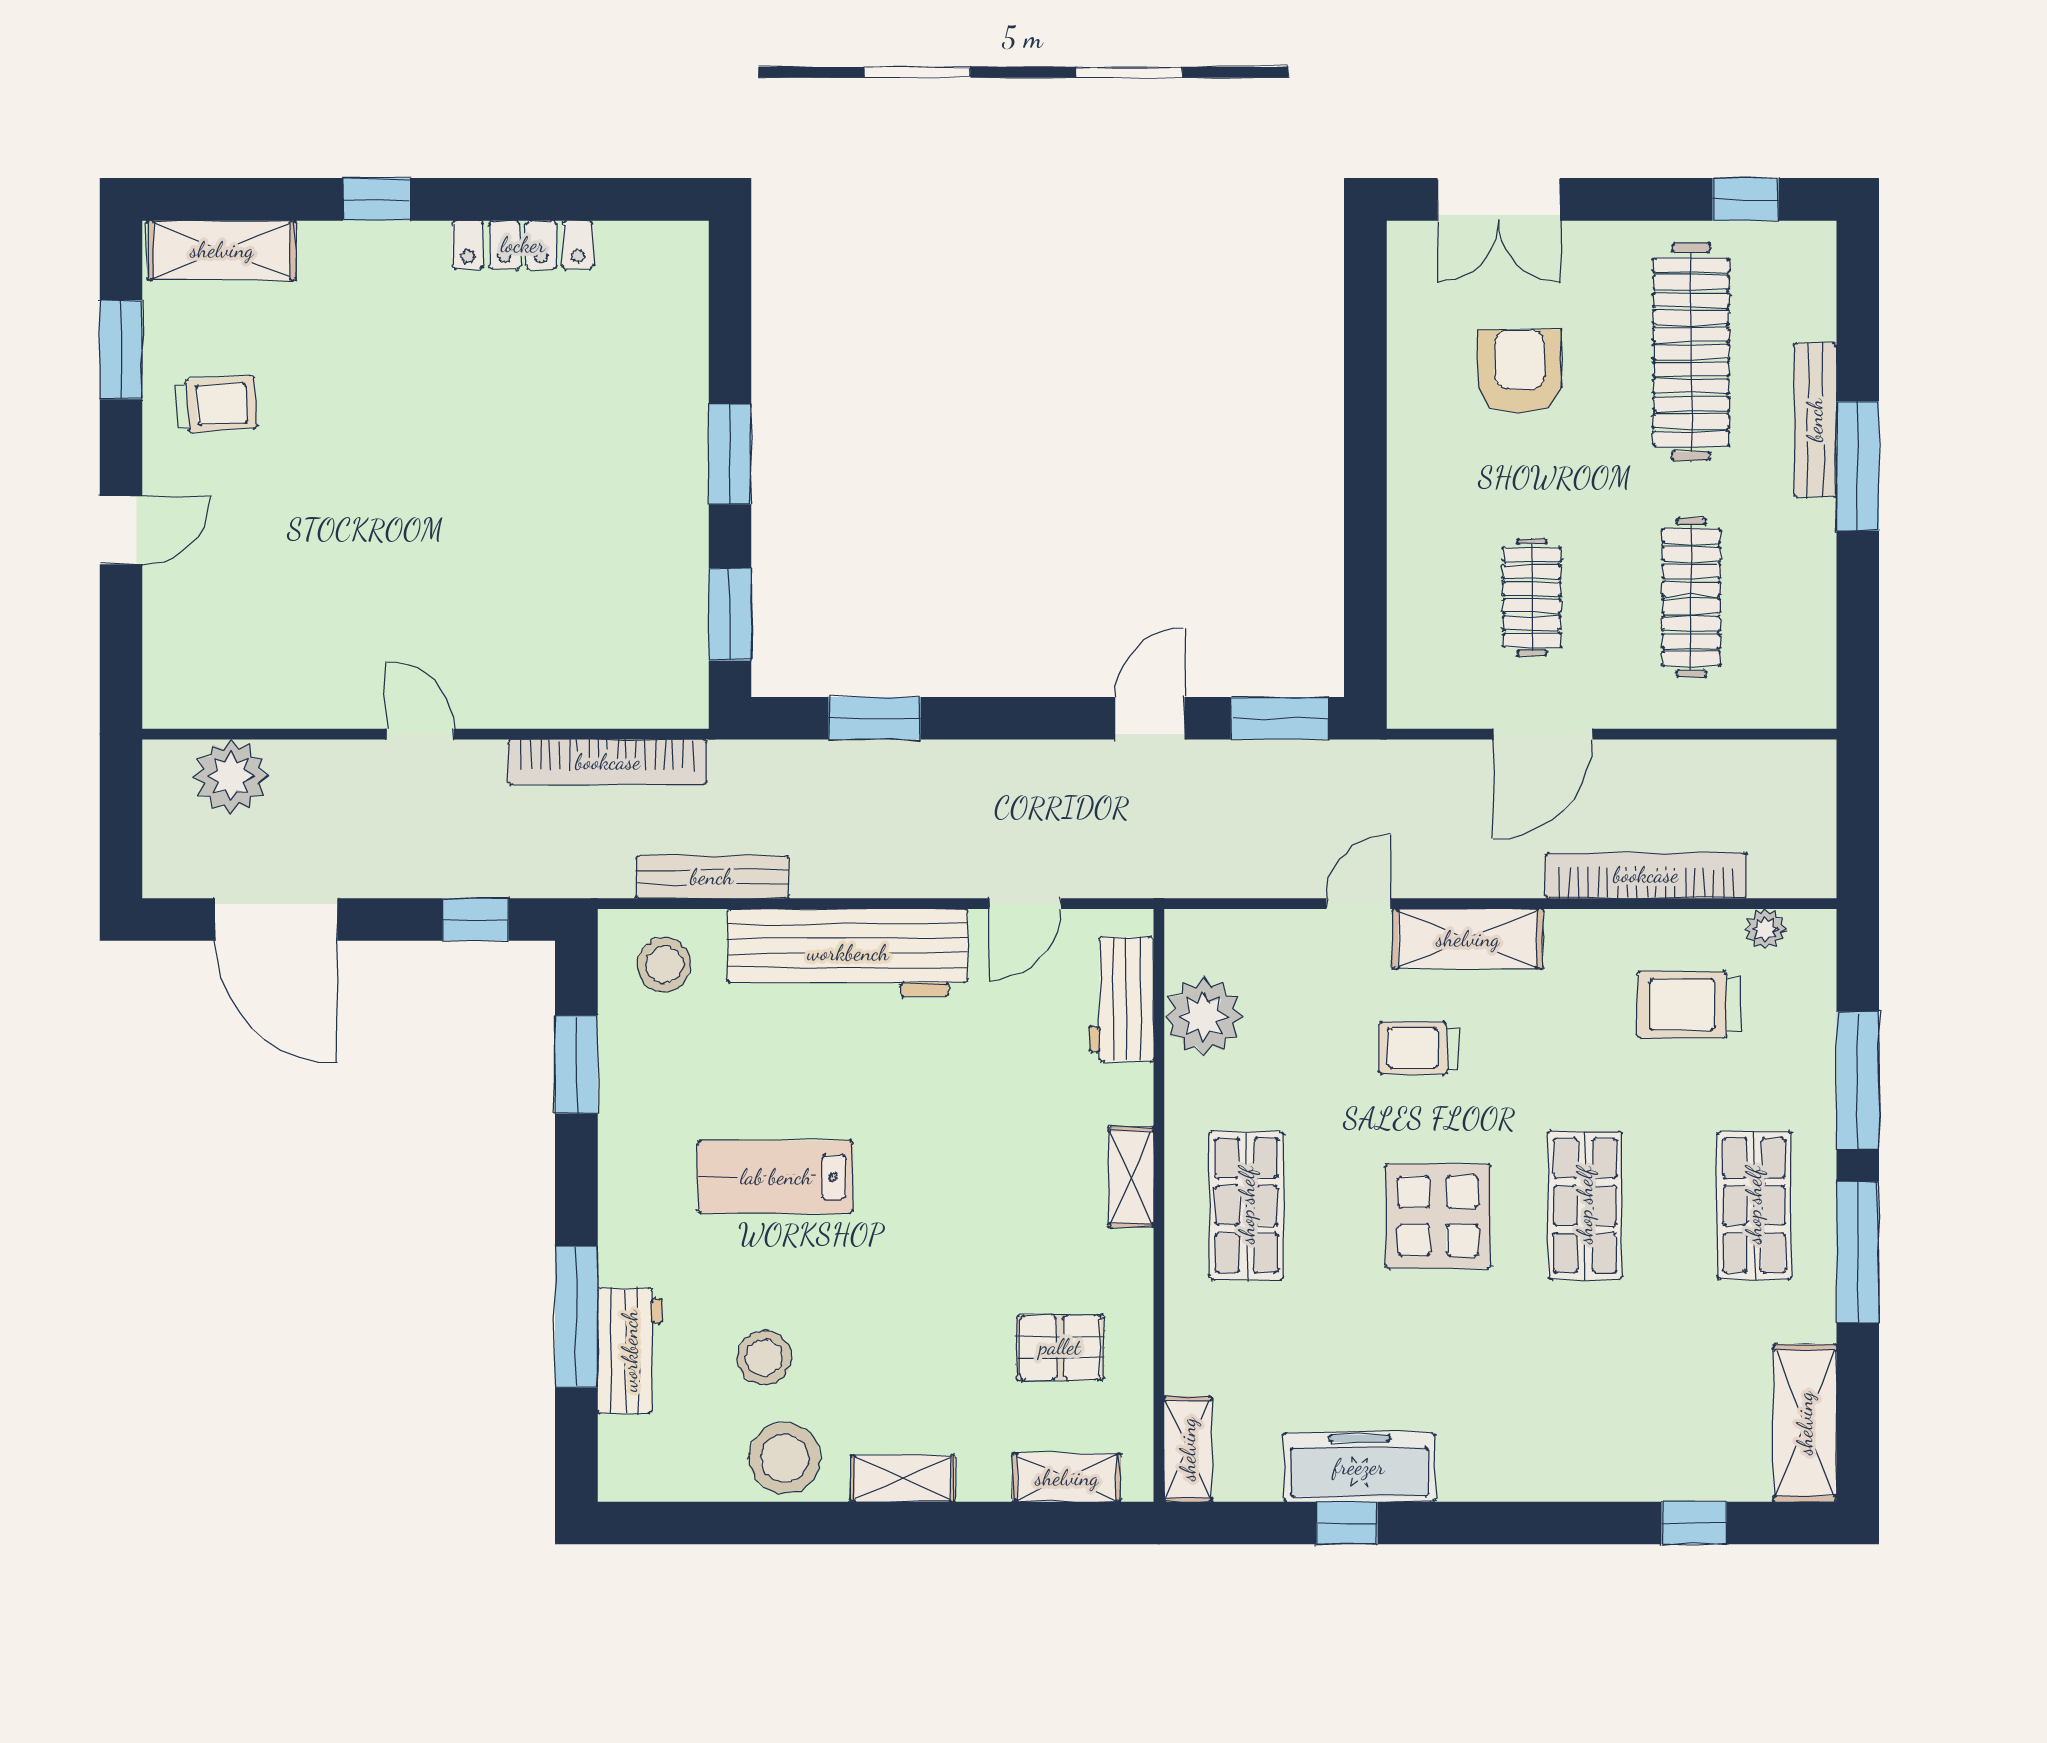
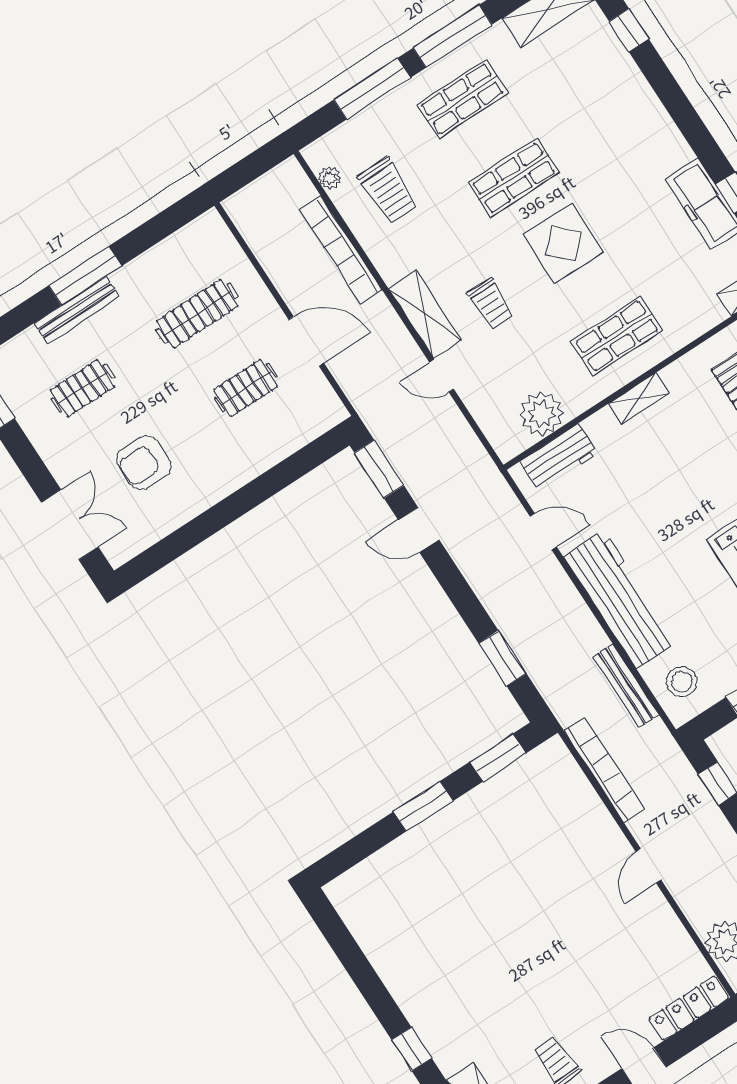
locker: (523, 245) -> (689, 1008), moved, turned -90
clothes rail: (1691, 352) -> (83, 388), width x0.54, depth x0.76

